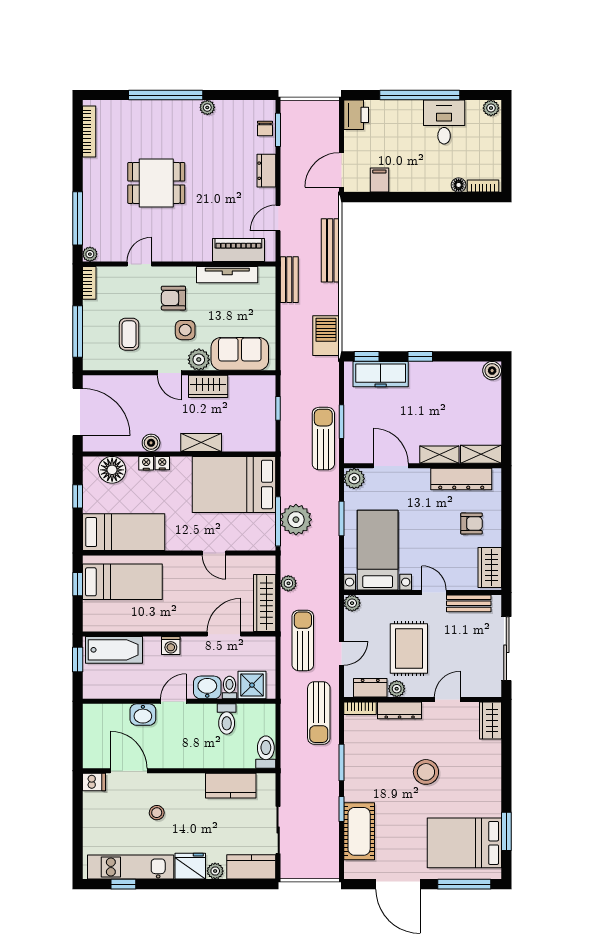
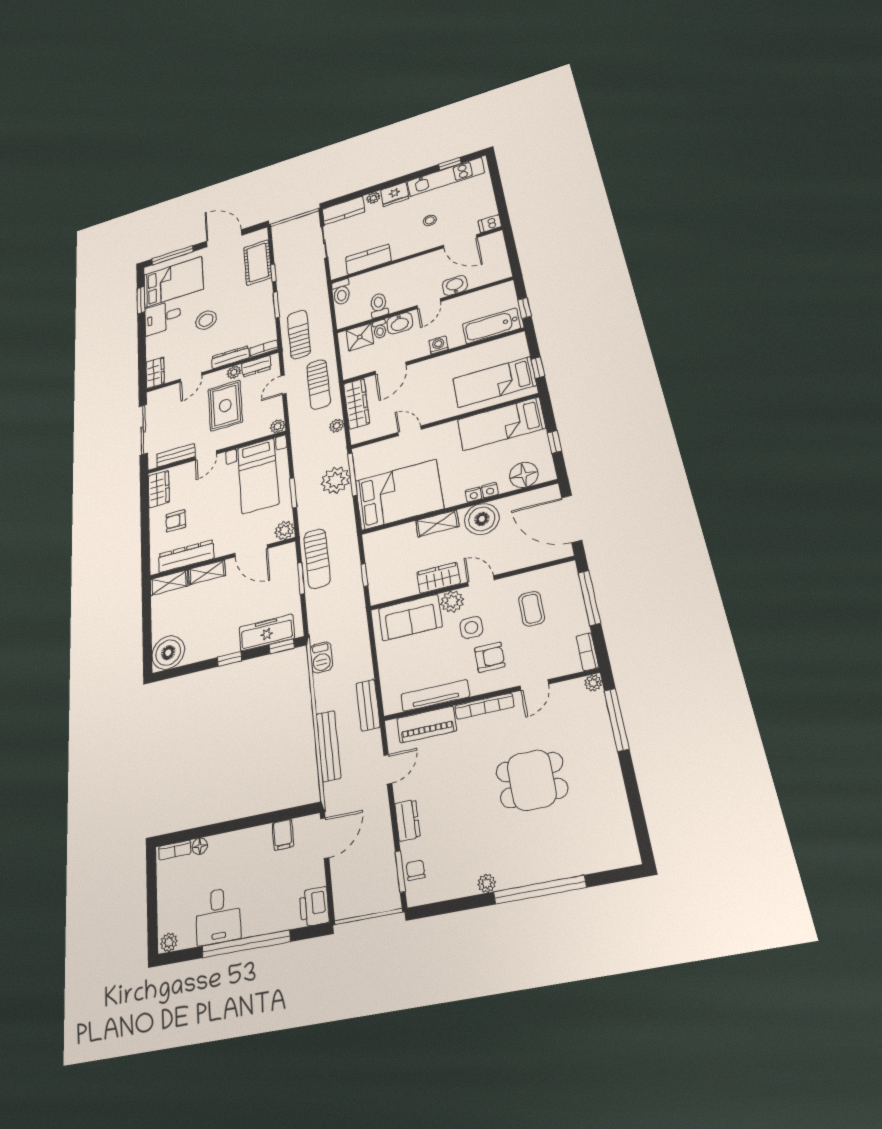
bookcase: (89, 131) -> (484, 706), moved, turned -90
barbecue: (326, 336) -> (321, 657), width x0.73, depth x0.79
boiler: (492, 371) -> (168, 653), width x1.86, depth x1.86
boiler: (151, 443) -> (482, 519), width x1.86, depth x1.86
door: (434, 592) -> (206, 455), hinge flipped
desk: (479, 796) -> (163, 317), added

